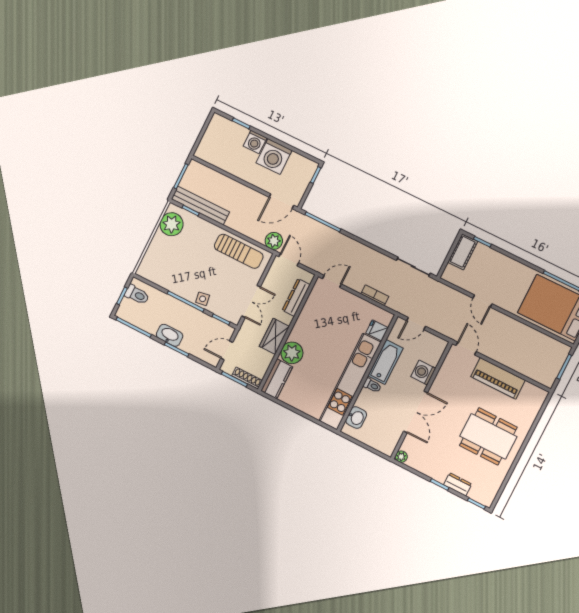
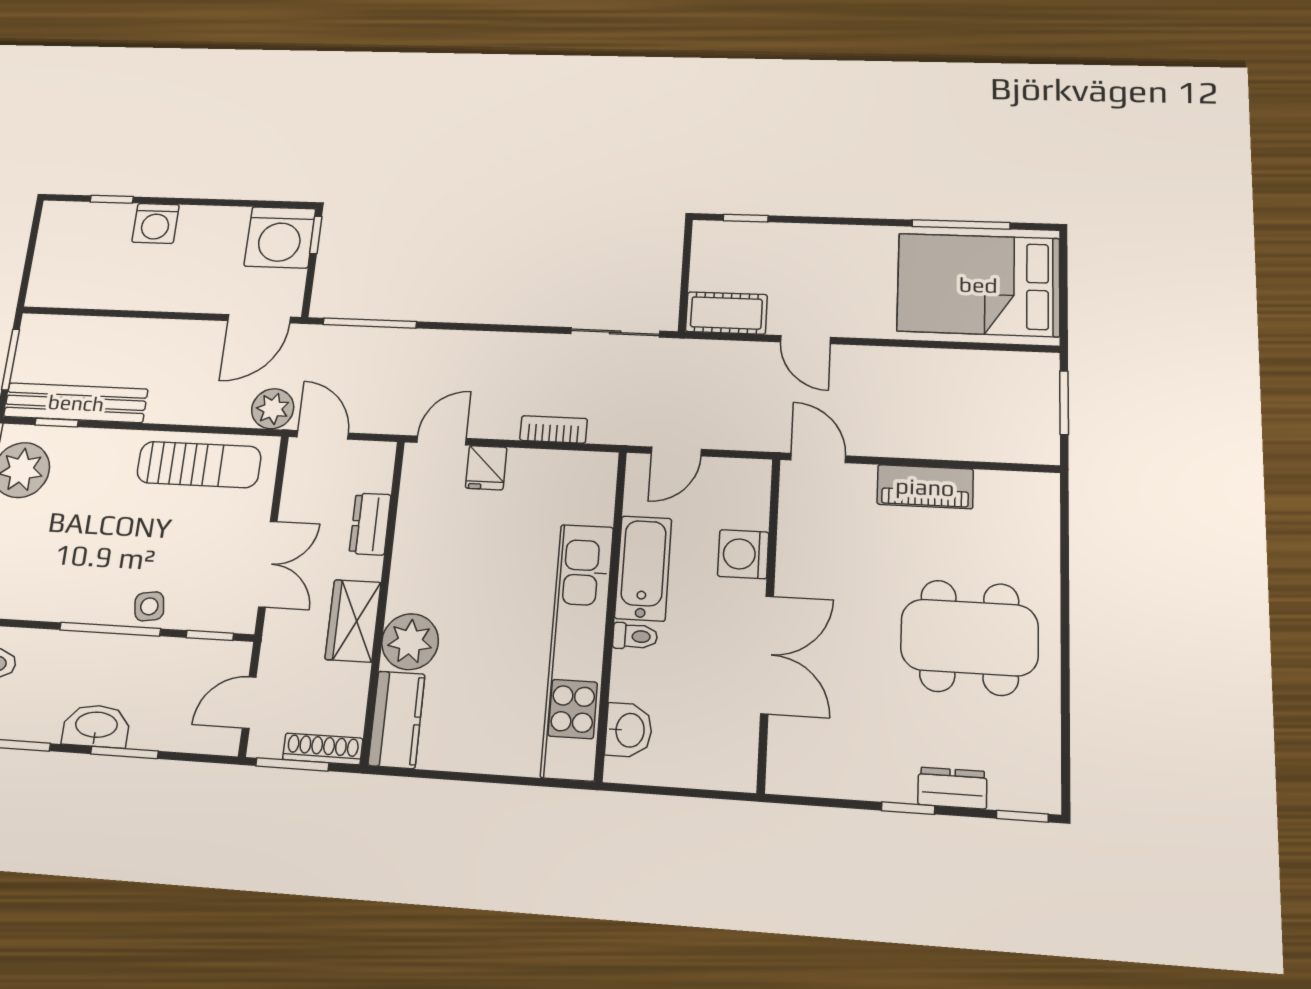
washing machine: (274, 156) -> (280, 237), moved
cot: (463, 252) -> (726, 313), moved, turned 90
dresser: (296, 297) -> (370, 524), width x0.70
fridge: (377, 330) -> (486, 468), moved, turned -90
piano: (498, 378) -> (925, 487), width x0.73, depth x0.75
plant: (401, 457) -> (781, 779), removed

